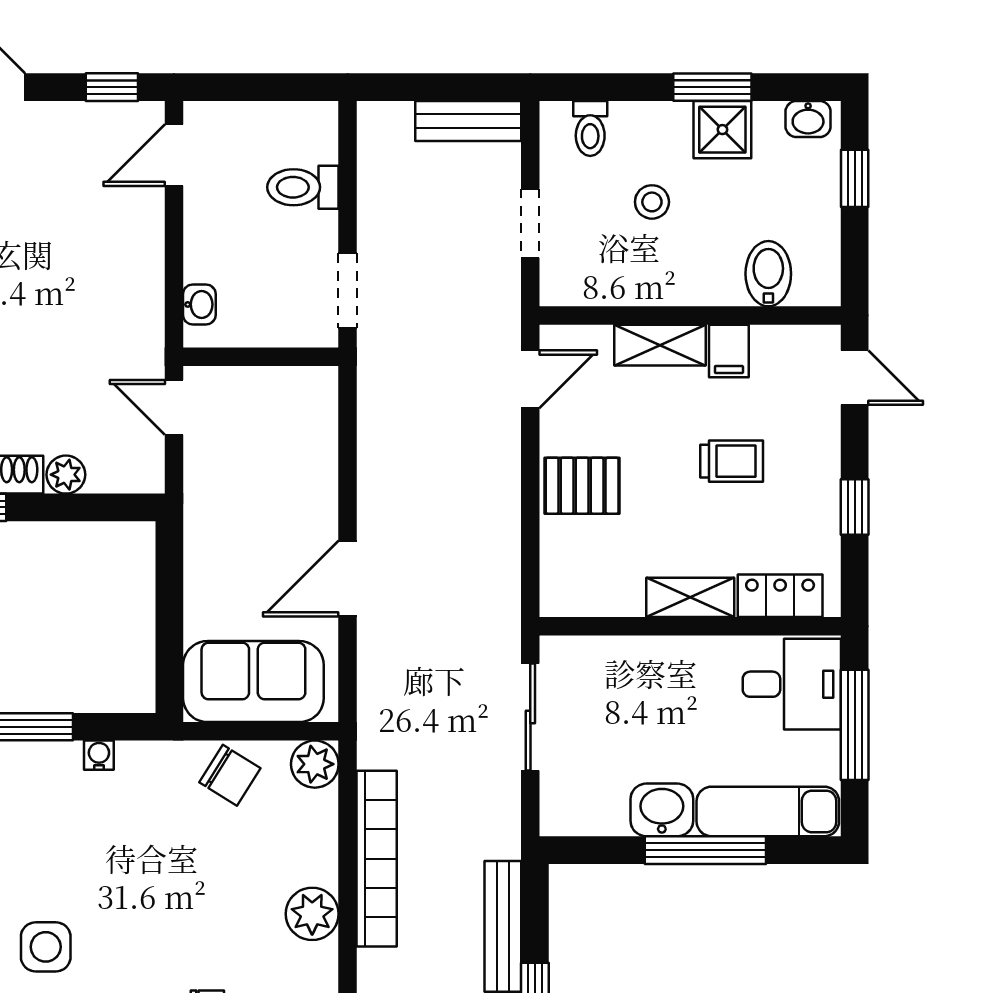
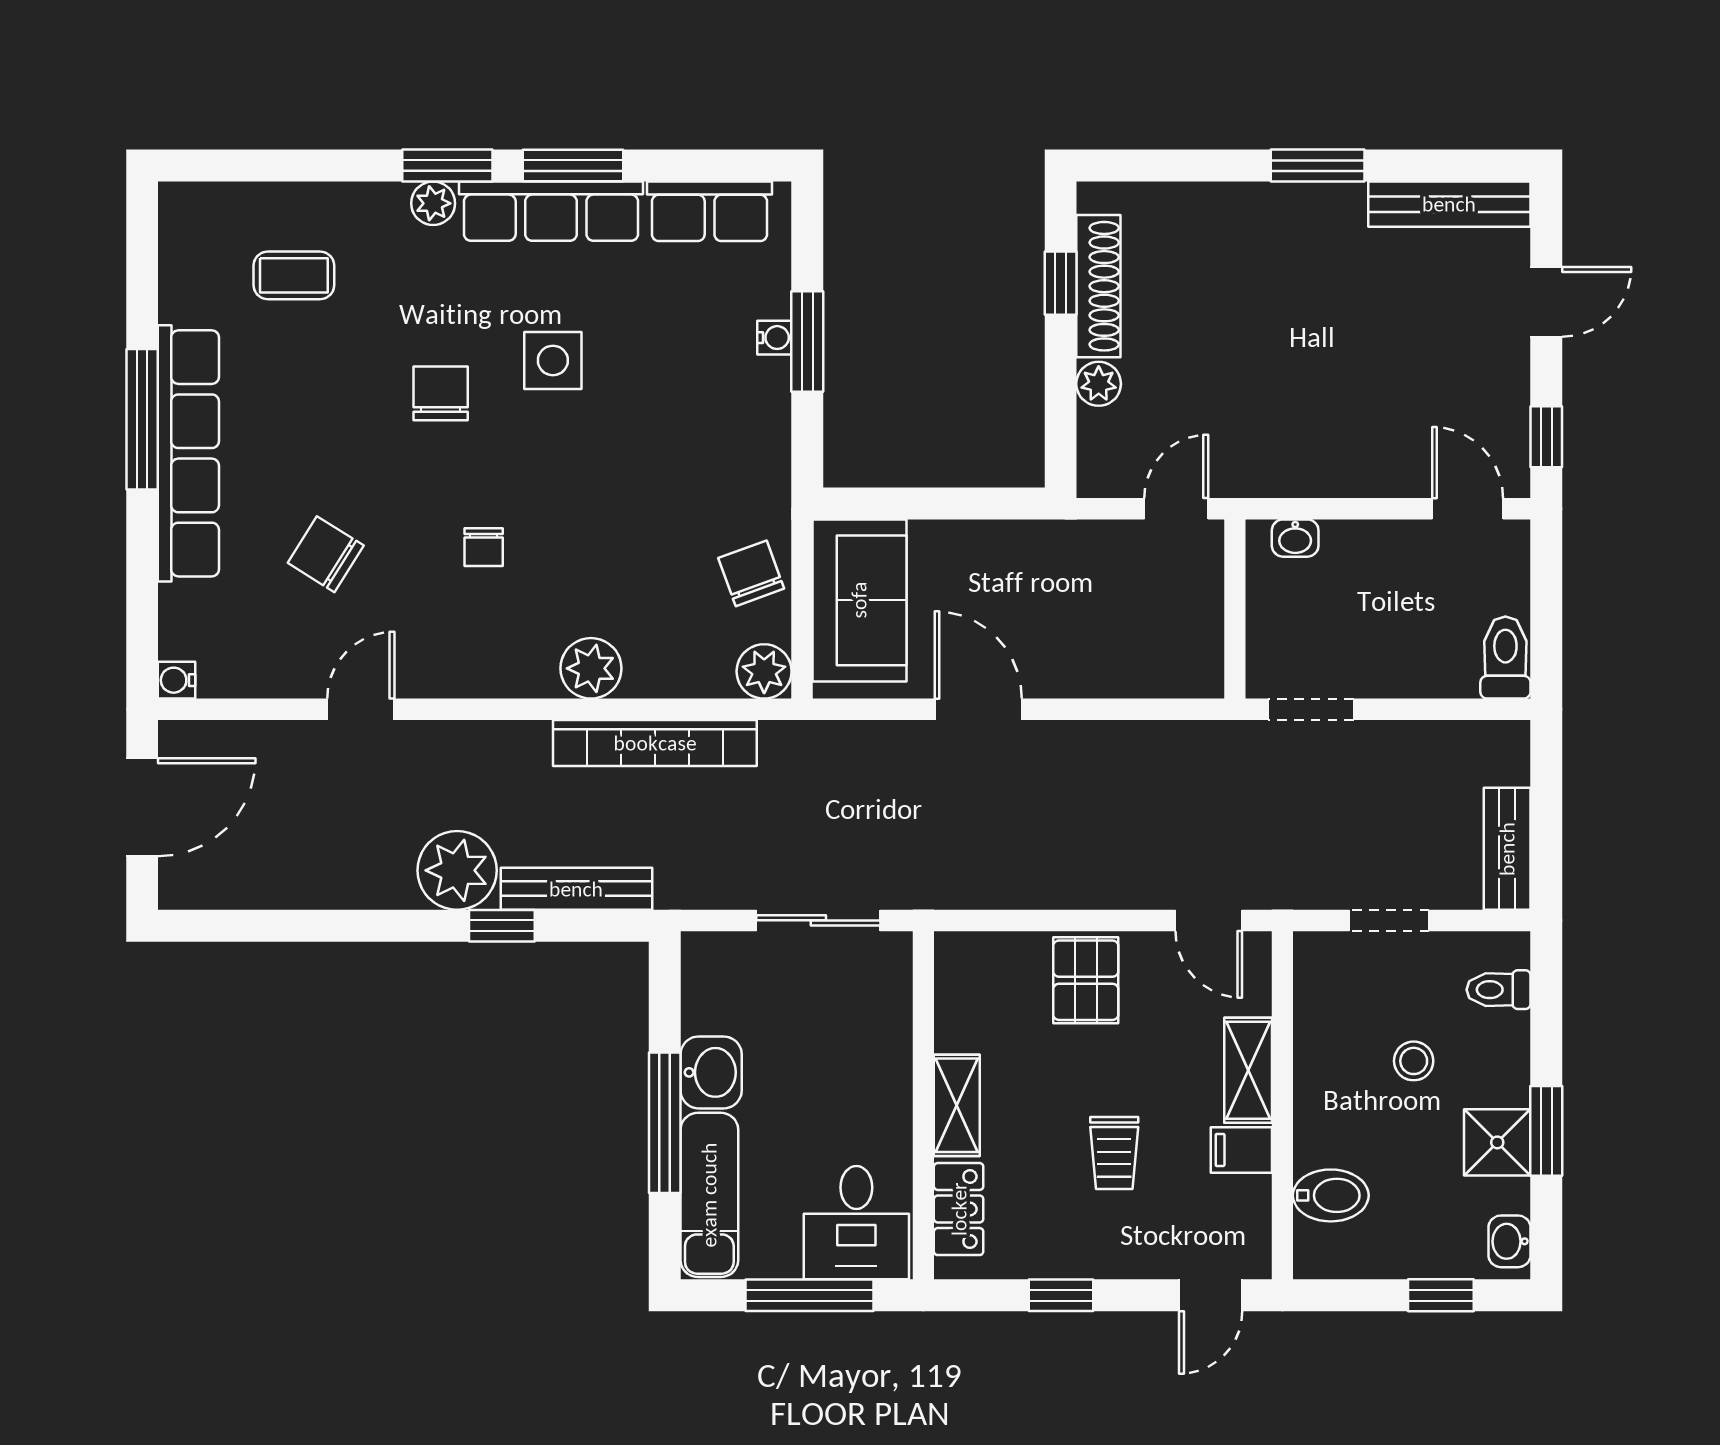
toilet: (303, 187) -> (1505, 658), moved
water cooler: (99, 755) -> (774, 338), moved
chair: (230, 775) -> (751, 573), turned 128

